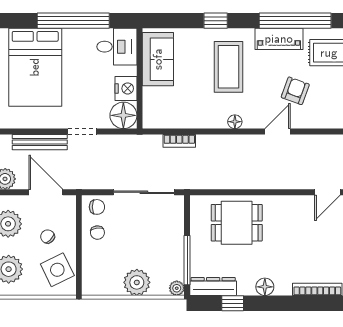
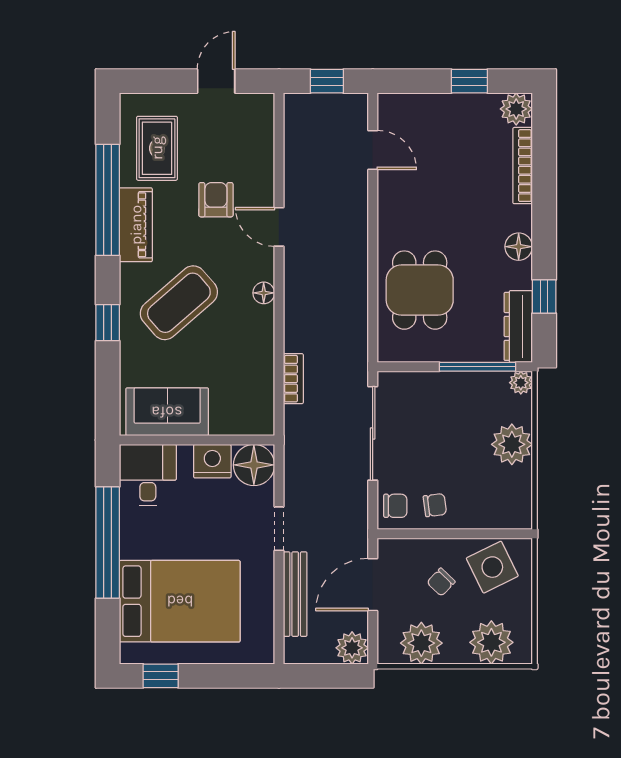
coffee table: (228, 67) -> (179, 303), turned -41
armchair: (295, 91) -> (216, 200), turned 70
chair: (97, 207) -> (395, 506), turned 90

